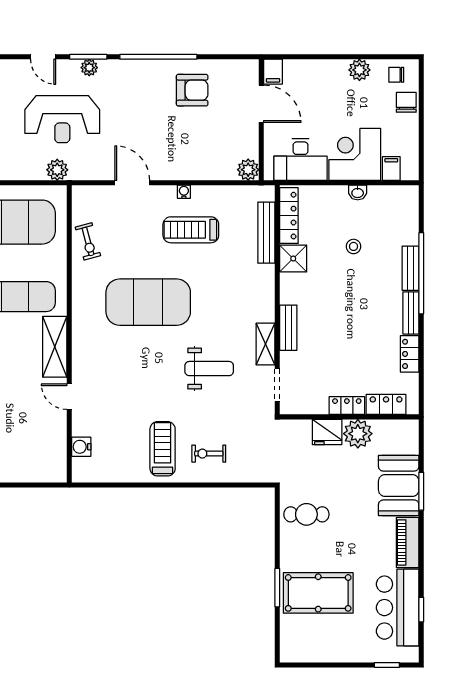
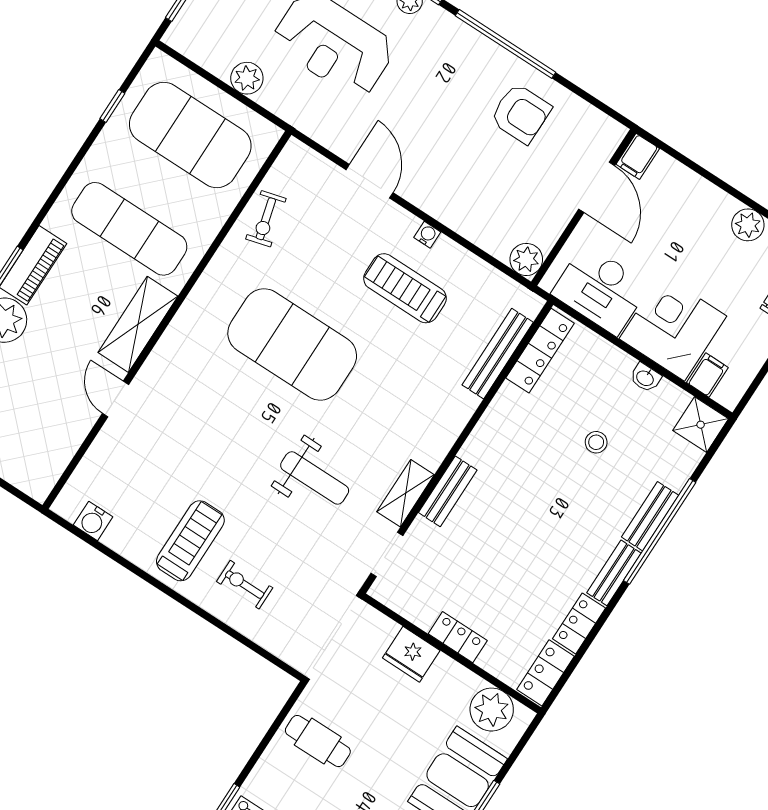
plant: (57, 170) -> (247, 78), moved
shower: (293, 258) -> (701, 425), moved
locker: (386, 404) -> (545, 673), moved, turned -90
plant: (358, 434) -> (492, 710), moved
water cooler: (81, 447) -> (93, 521), moved, turned -90

